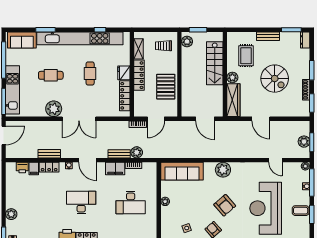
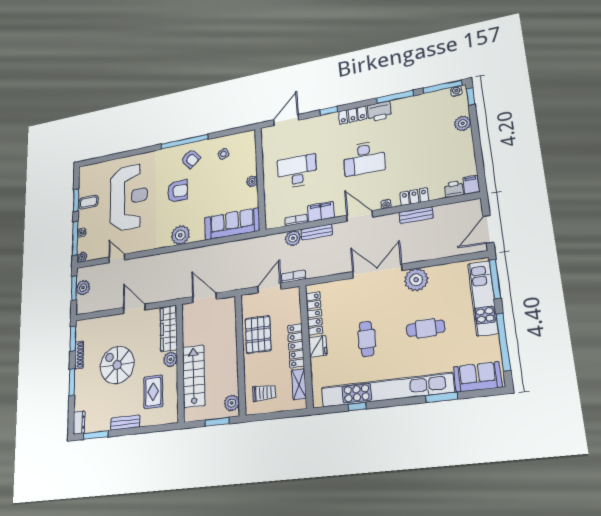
filing cabinet: (34, 169) -> (471, 185), moved
armchair: (225, 205) -> (178, 191), turned 131

